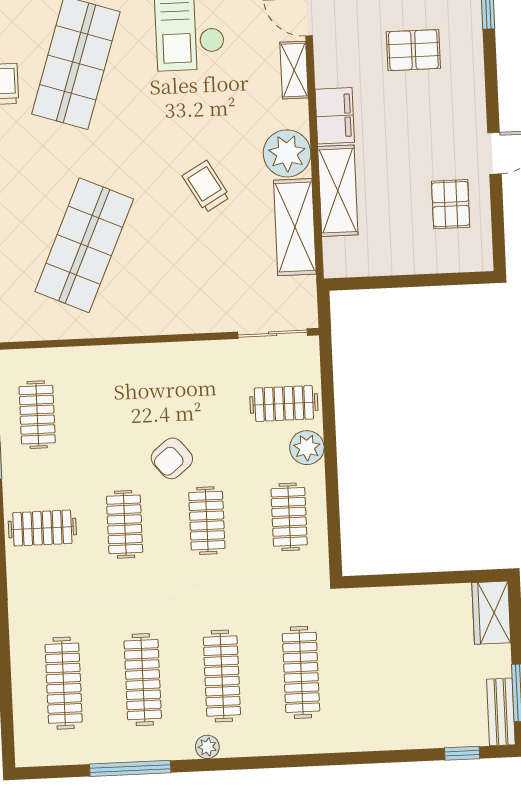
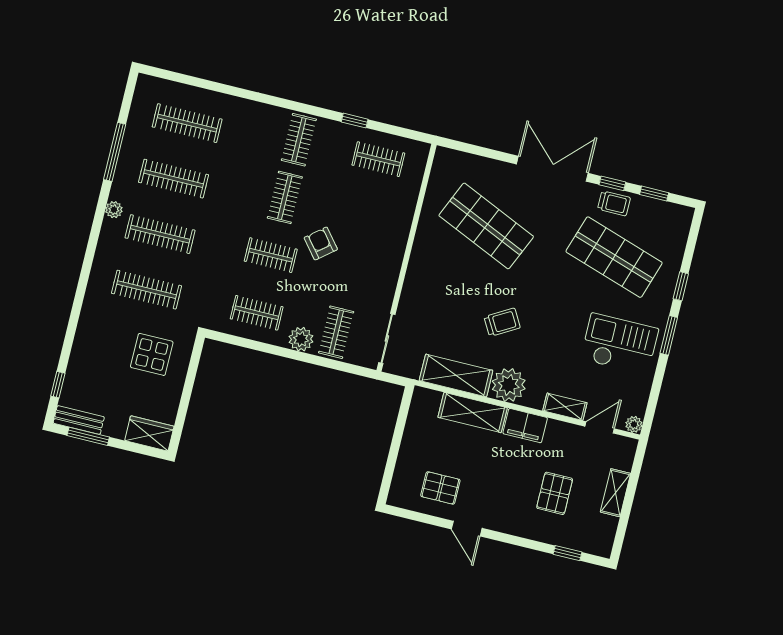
clothes rail: (125, 524) -> (285, 197), turned 90
display table: (385, 640) -> (152, 354), added

